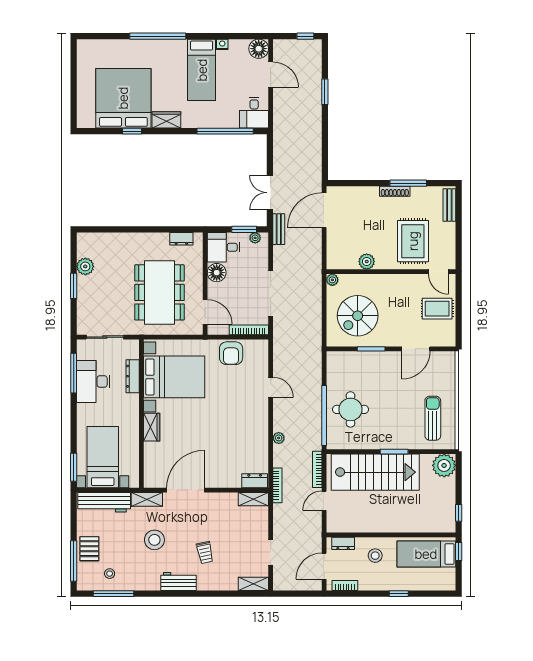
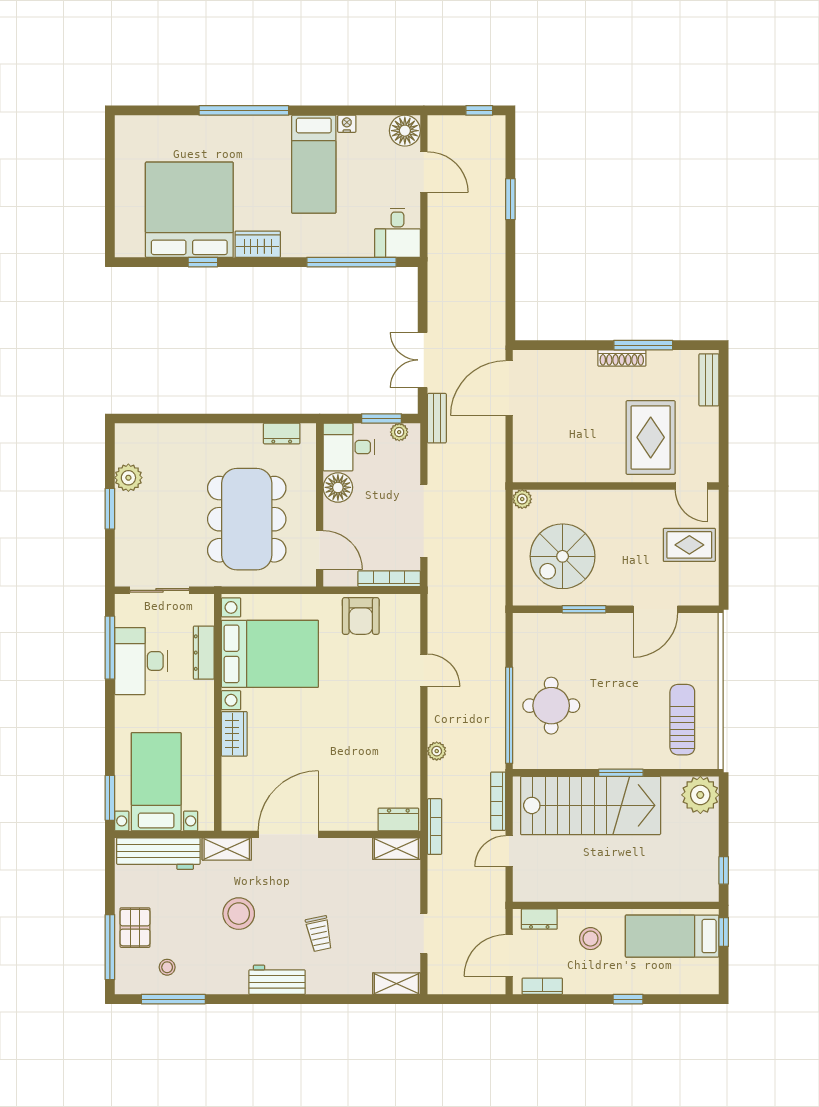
plant: (367, 261) -> (577, 470), removed

